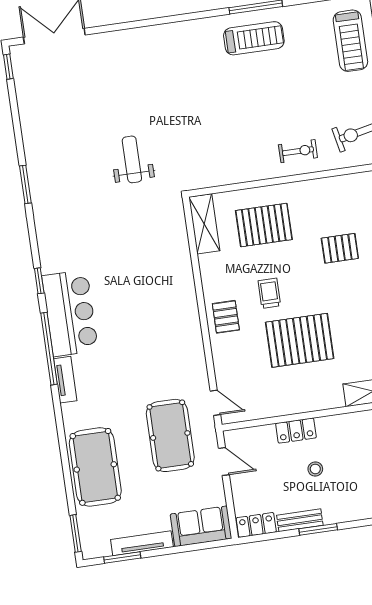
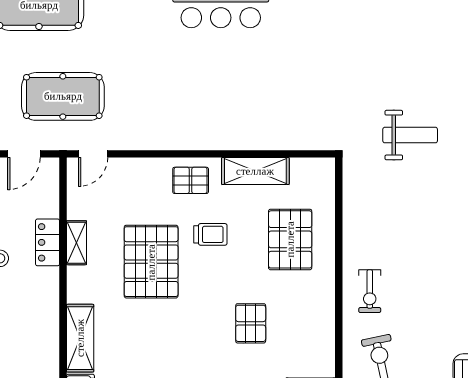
weight bench: (132, 159) -> (410, 135), moved
shelving: (204, 224) -> (255, 171), moved
shelving: (293, 406) -> (77, 243), added

